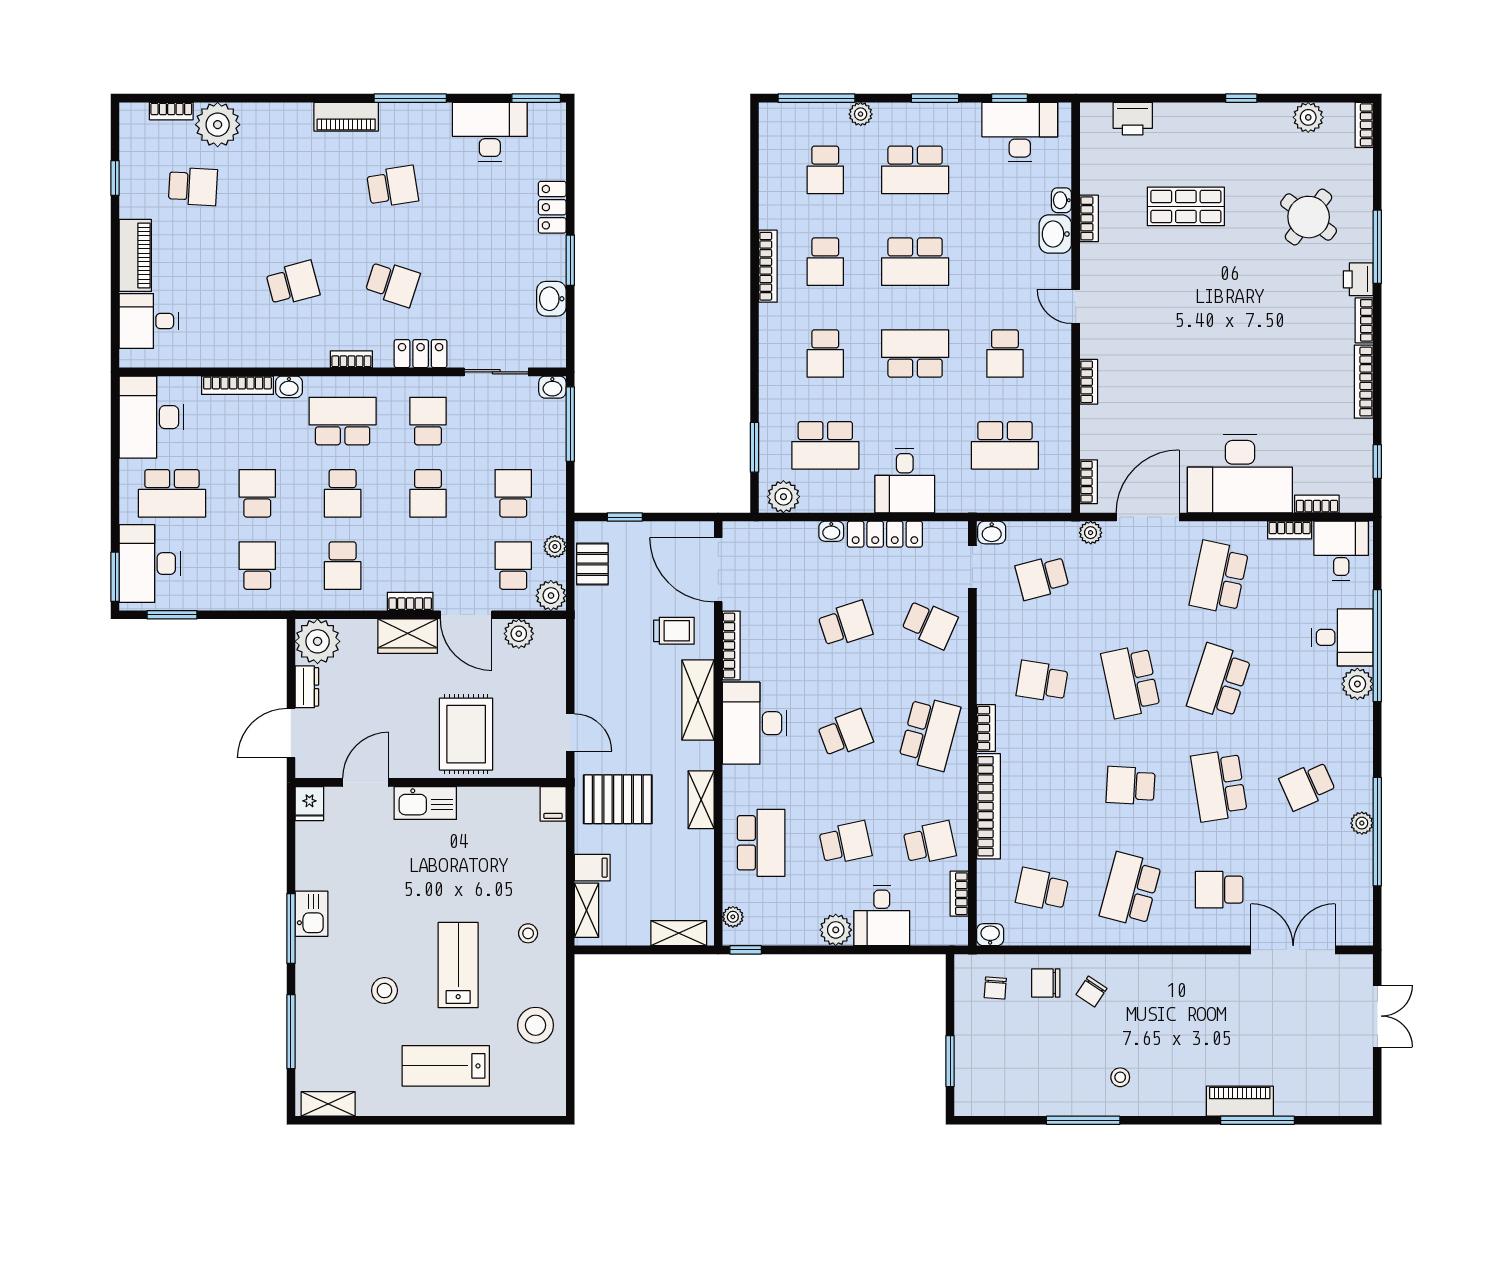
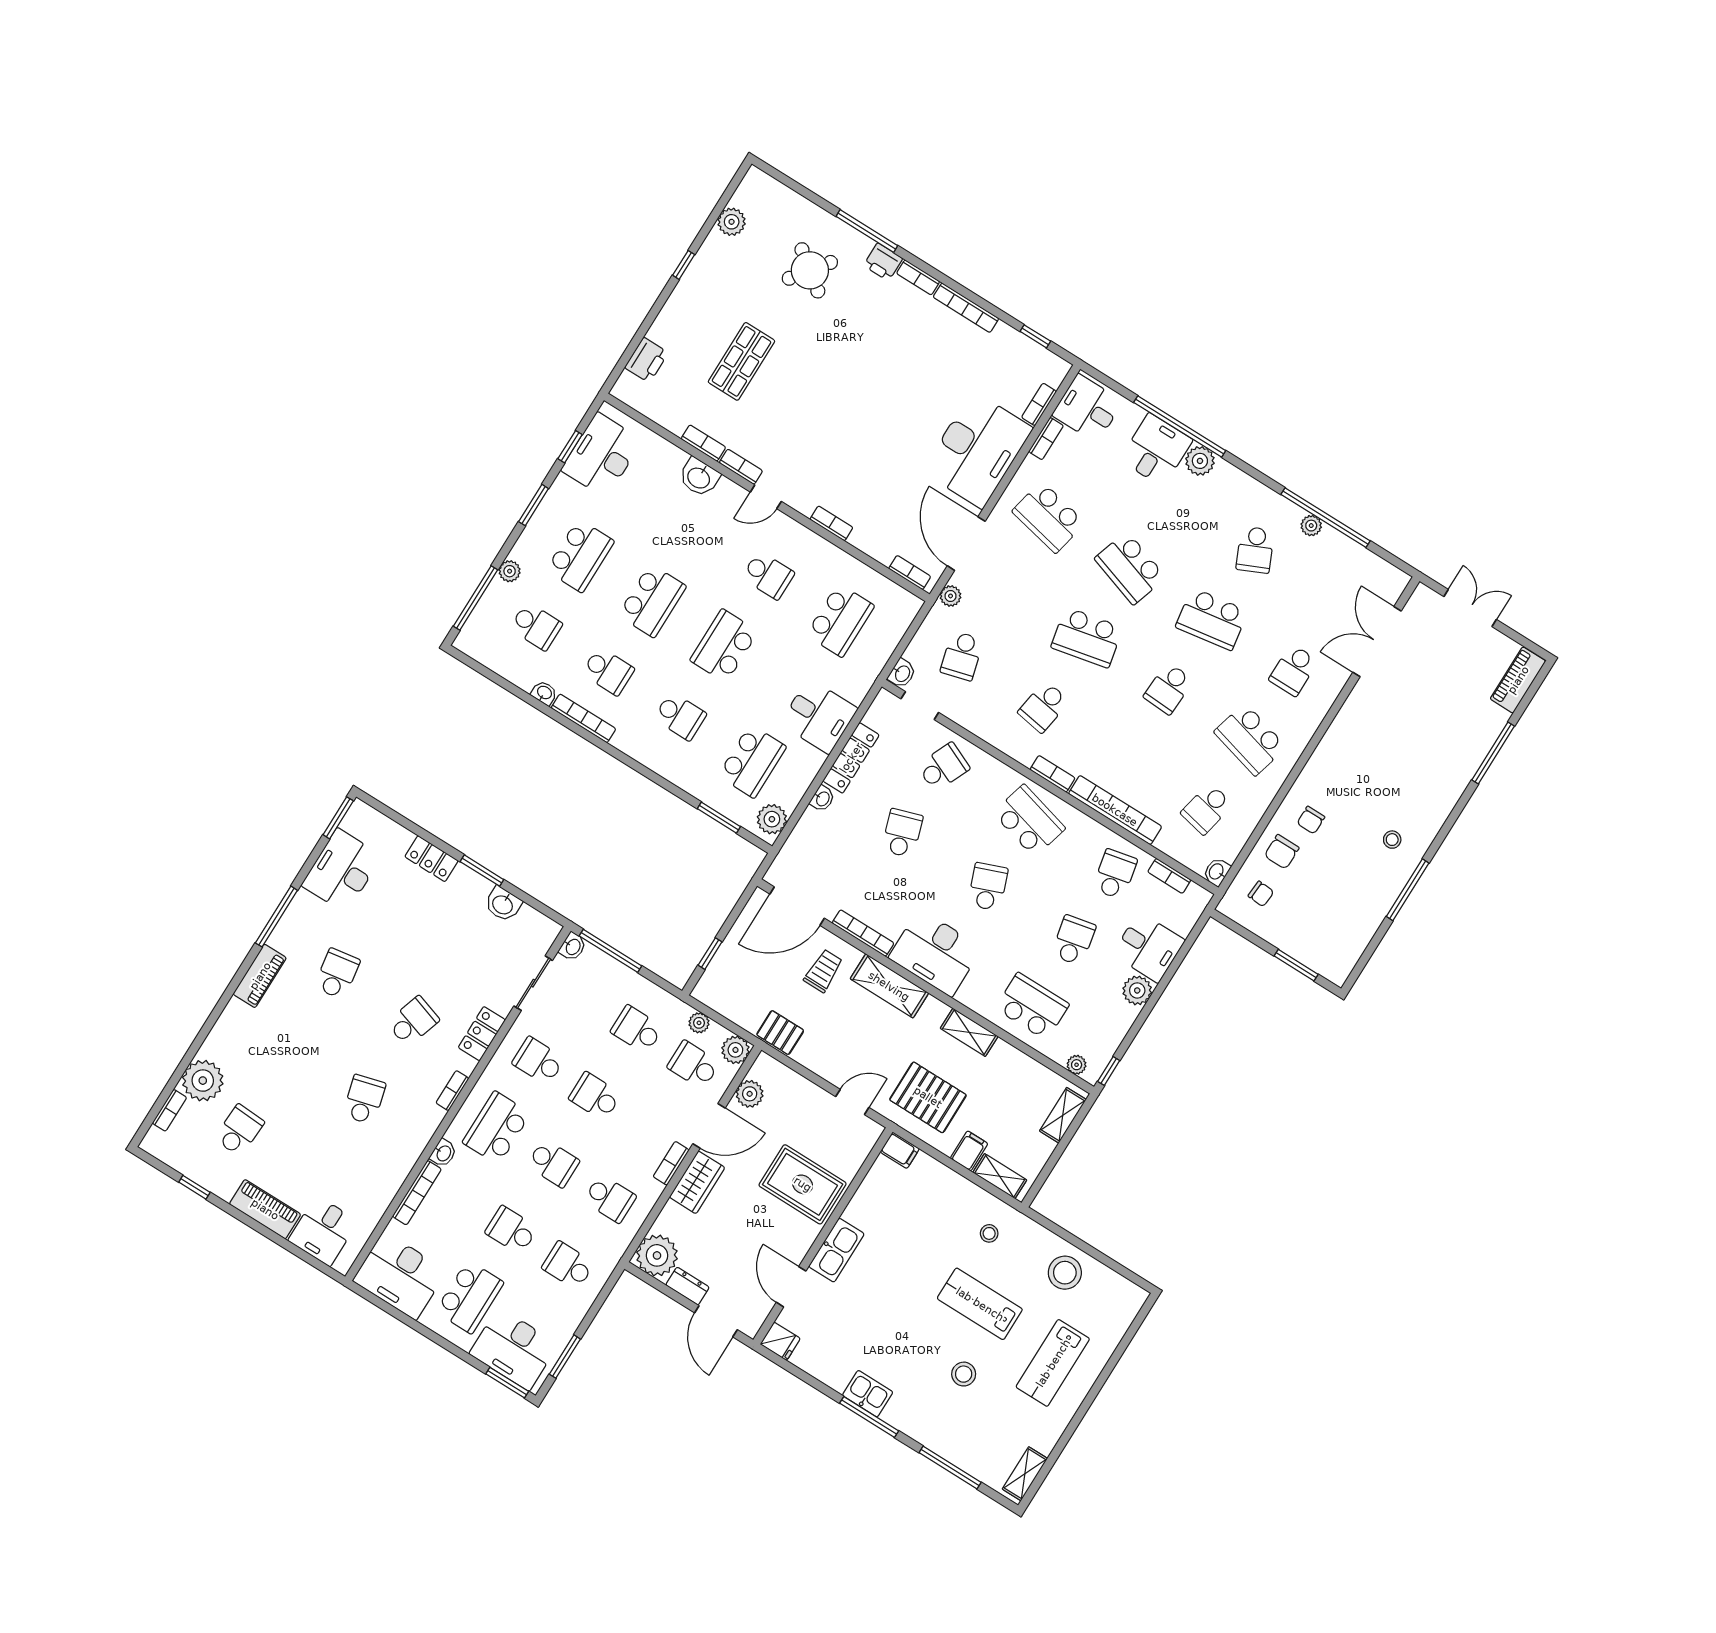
bookcase: (1364, 125) -> (741, 467), moved, turned 180
washbasin: (1061, 200) -> (544, 693), moved, turned 180
school desk: (428, 493) -> (595, 1096), turned 180
pallet: (592, 564) -> (780, 1033), moved
pallet: (618, 799) -> (928, 1097), turned 90
chair: (1092, 992) -> (1311, 820), turned 56
piano: (1240, 1101) -> (1518, 680), moved

